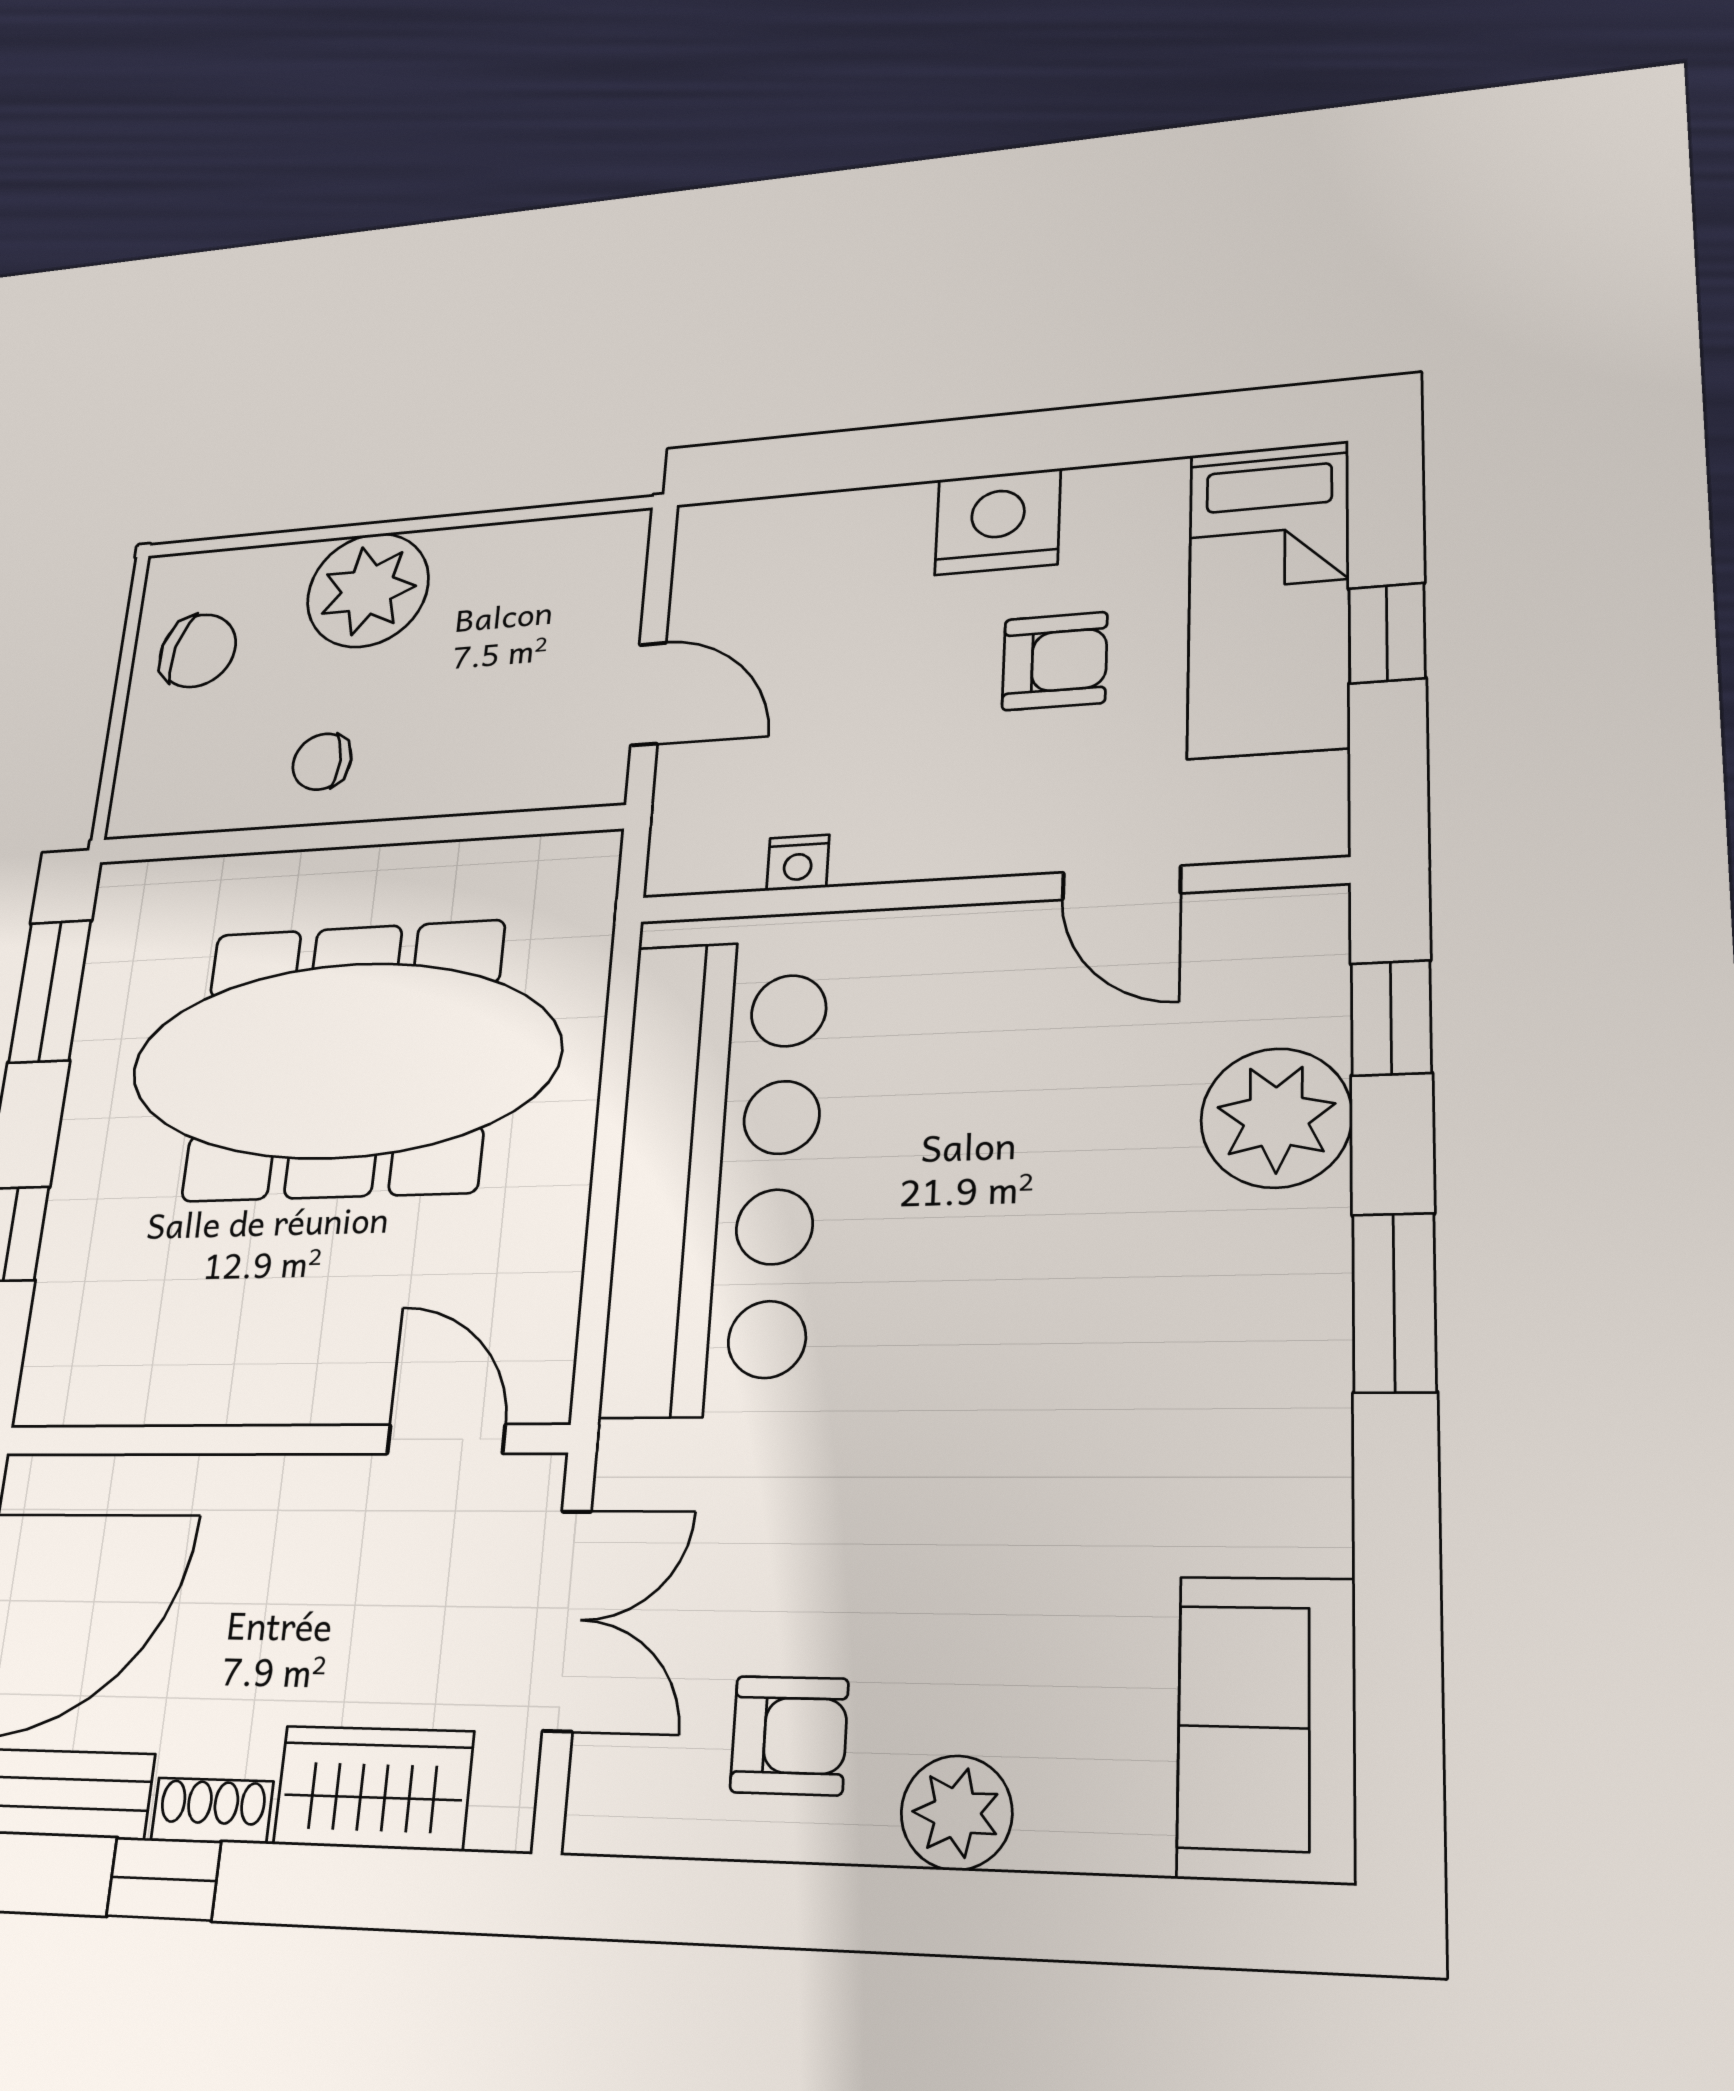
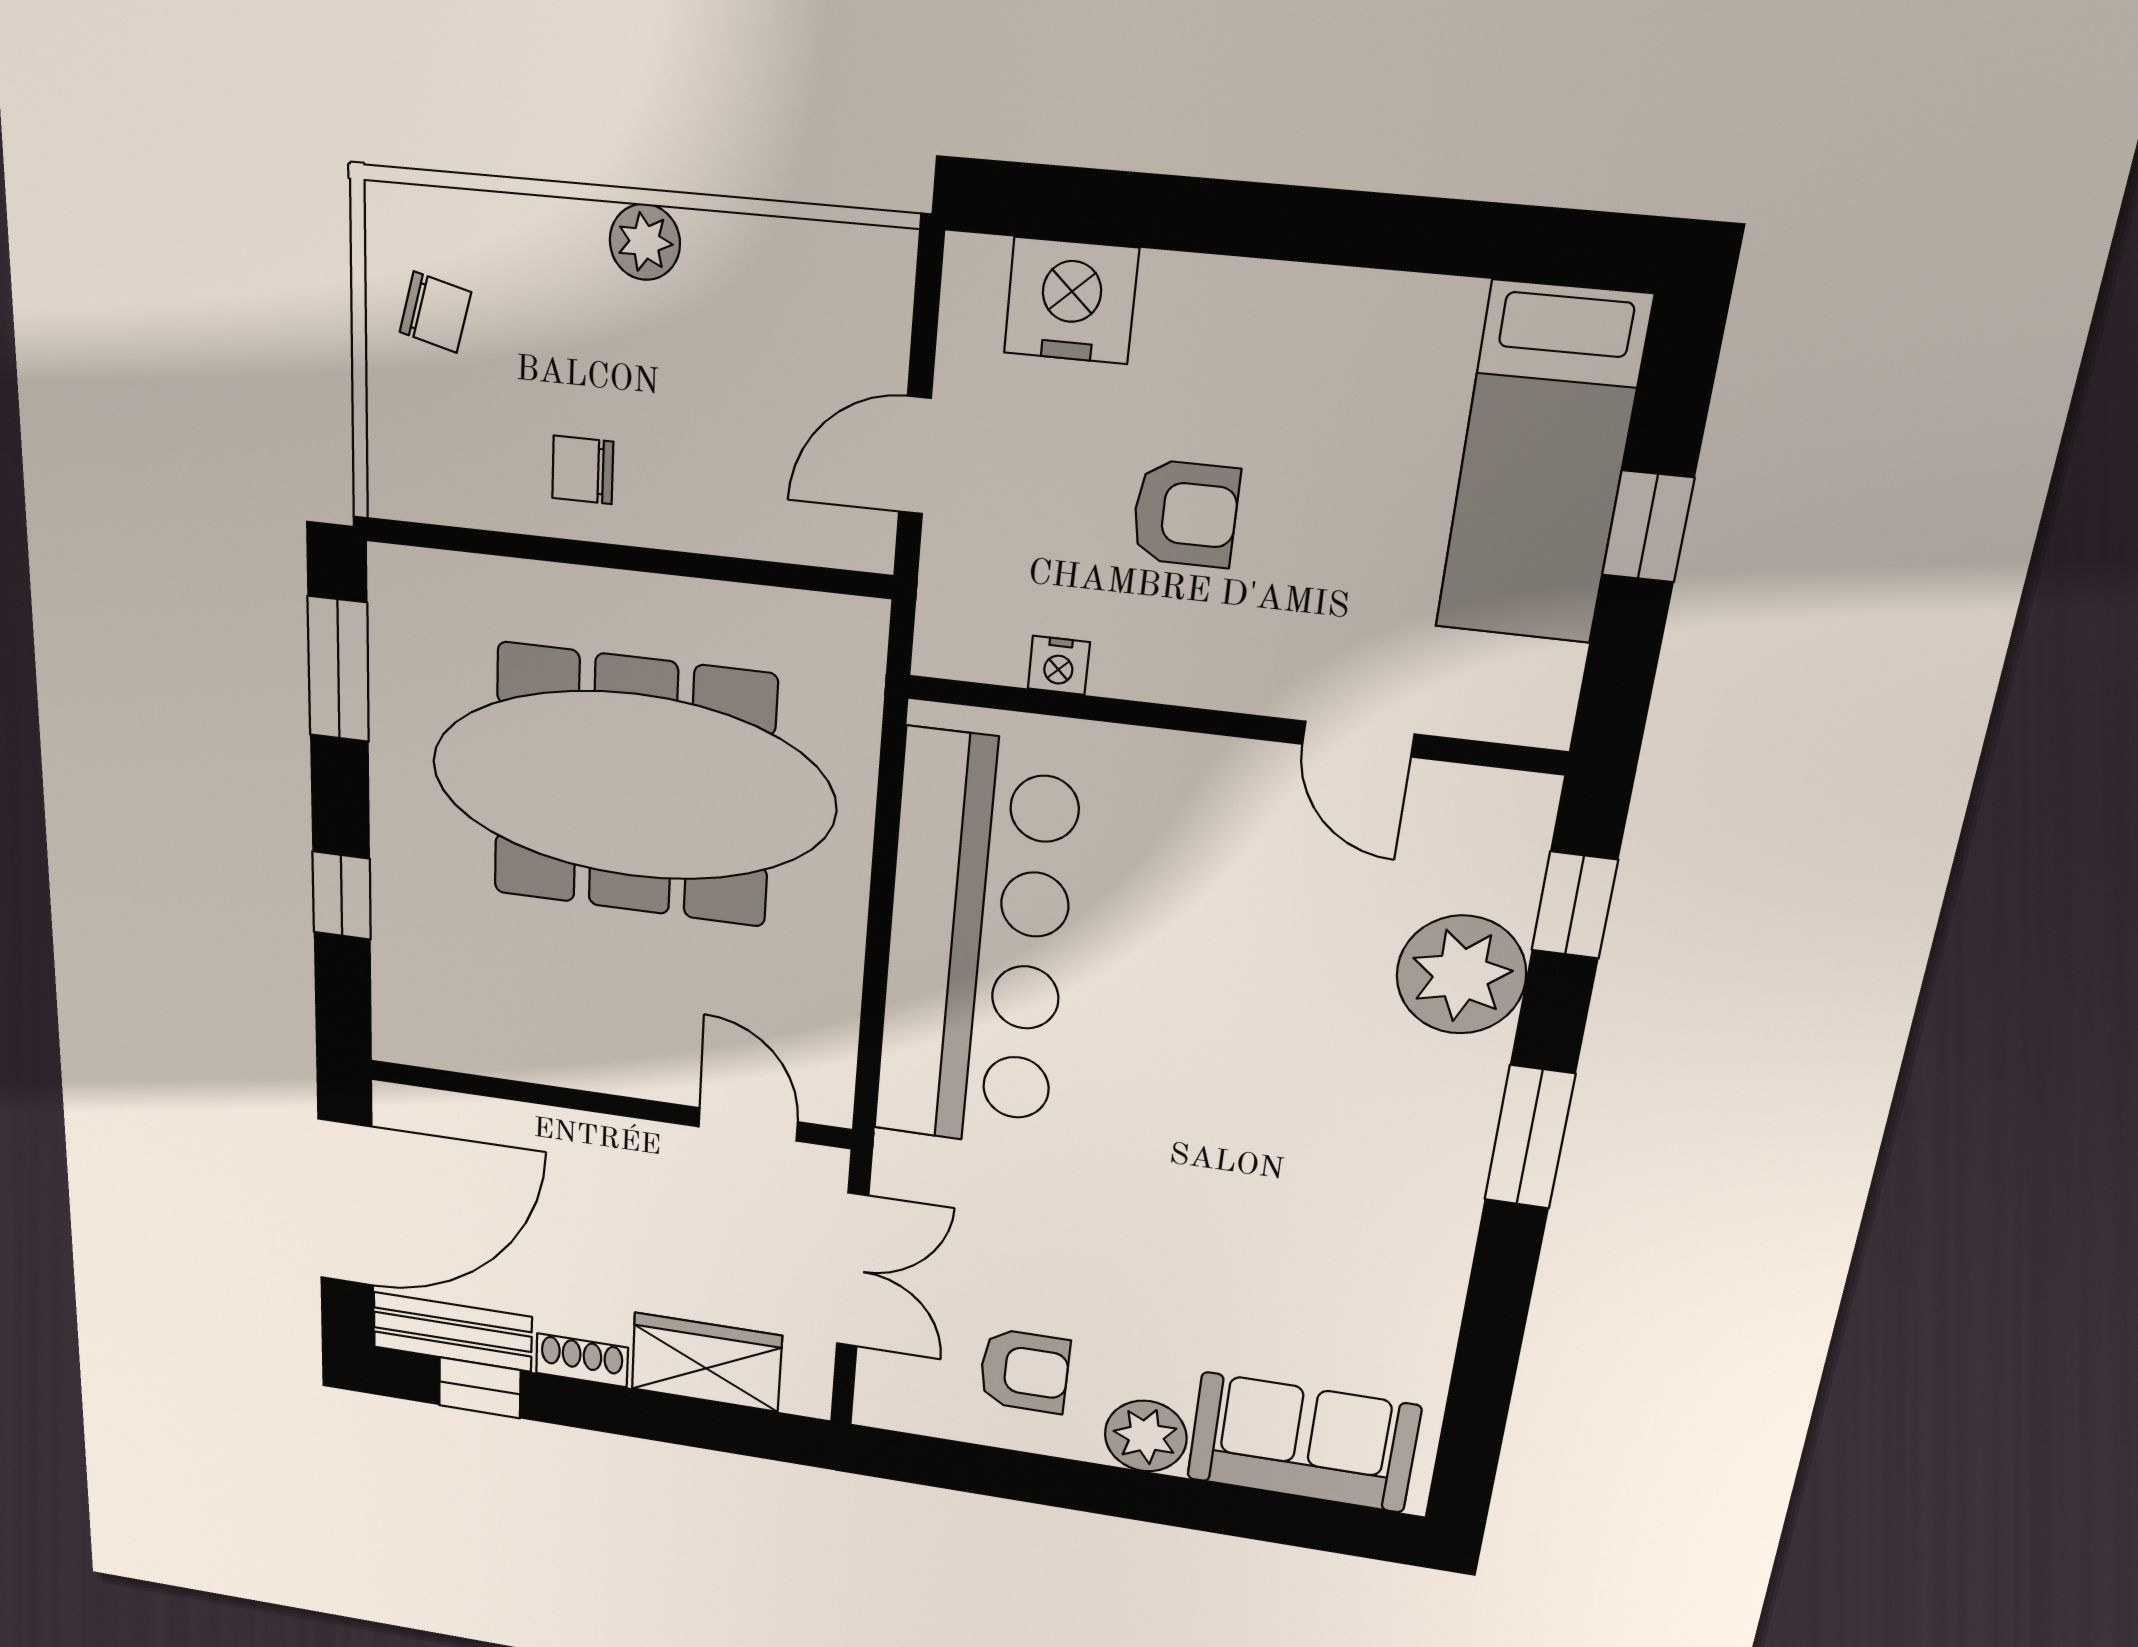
nightstand: (998, 522) -> (1071, 301), moved
plant: (368, 590) -> (645, 242), width x0.53, depth x0.53
chair: (198, 651) -> (435, 312), width x0.73, depth x0.73
armchair: (1055, 661) -> (1185, 514), moved
door: (648, 694) -> (915, 455), swing flipped
sofa: (1267, 1728) -> (1303, 1442), moved, turned 90
window: (164, 1879) -> (480, 1388), moved

